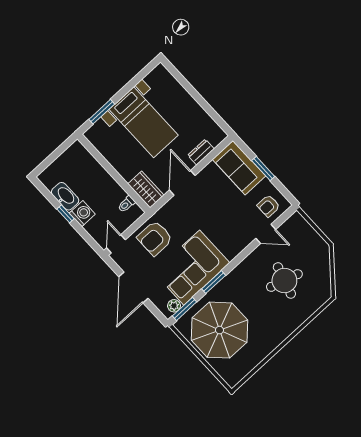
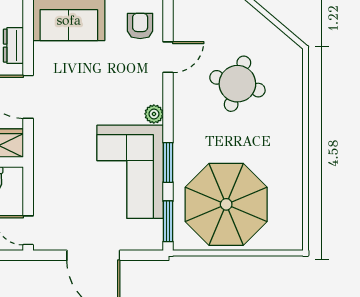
armchair: (268, 206) -> (140, 26), turned 180
armchair: (155, 238) -> (61, 182), removed
plant: (174, 306) -> (154, 114), moved

